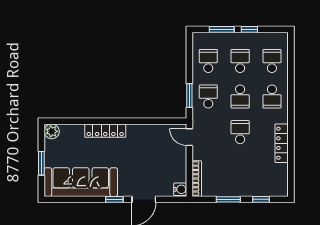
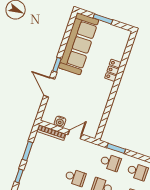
plant: (52, 131) -> (124, 35), removed
locker: (105, 131) -> (113, 70), width x0.66
door: (189, 137) -> (75, 134), moved
water cooler: (180, 189) -> (60, 122), moved

